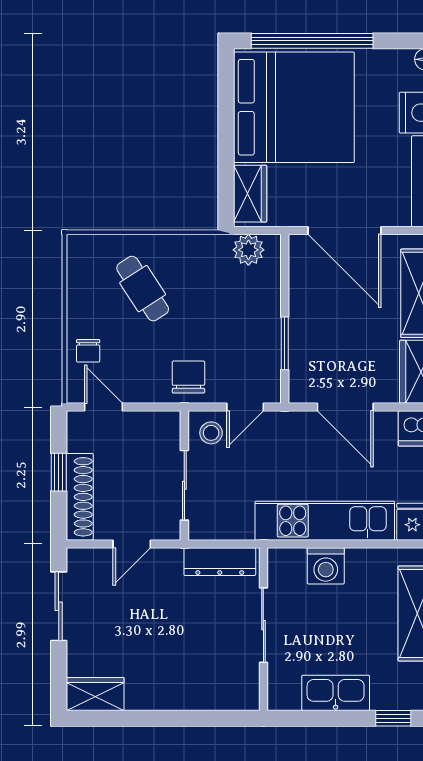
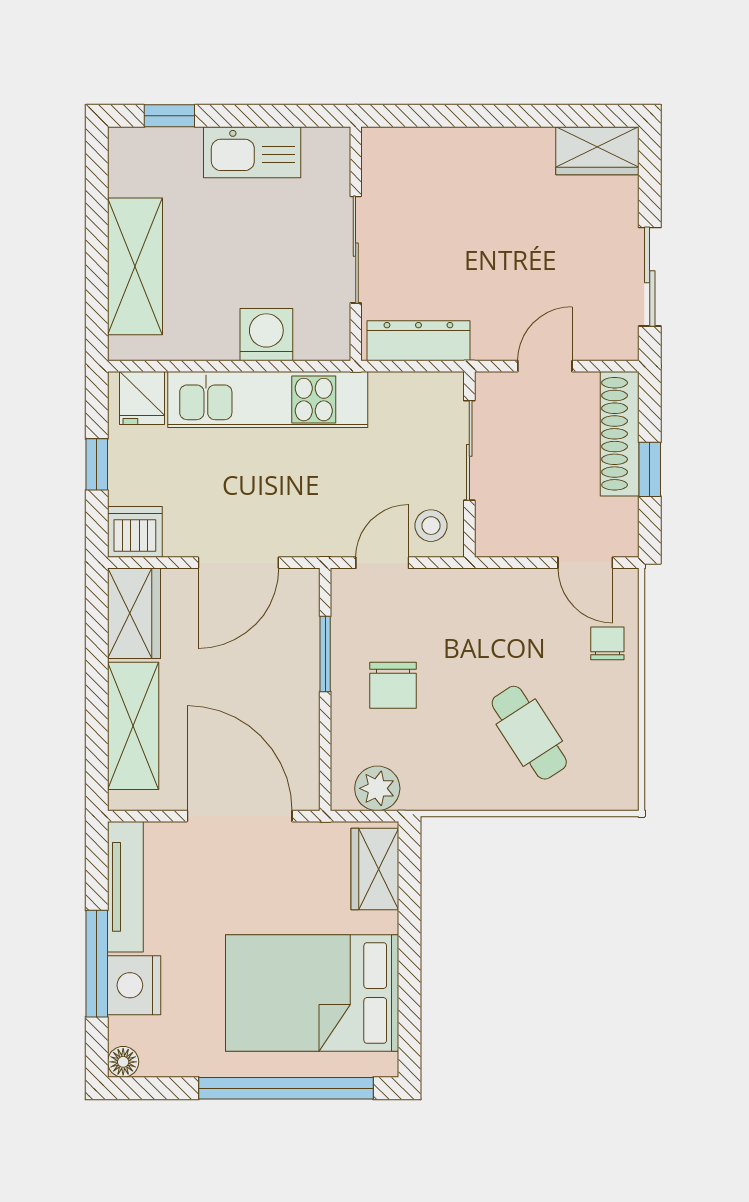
bed: (294, 107) -> (312, 993), width x0.73
chair: (188, 377) -> (393, 685), moved
door: (345, 407) -> (238, 563), swing flipped

